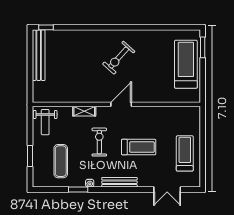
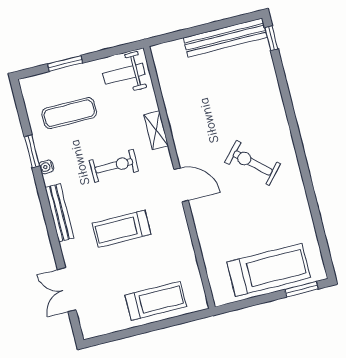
treadmill: (139, 147) -> (122, 229), turned 90
treadmill: (185, 153) -> (156, 301), moved

